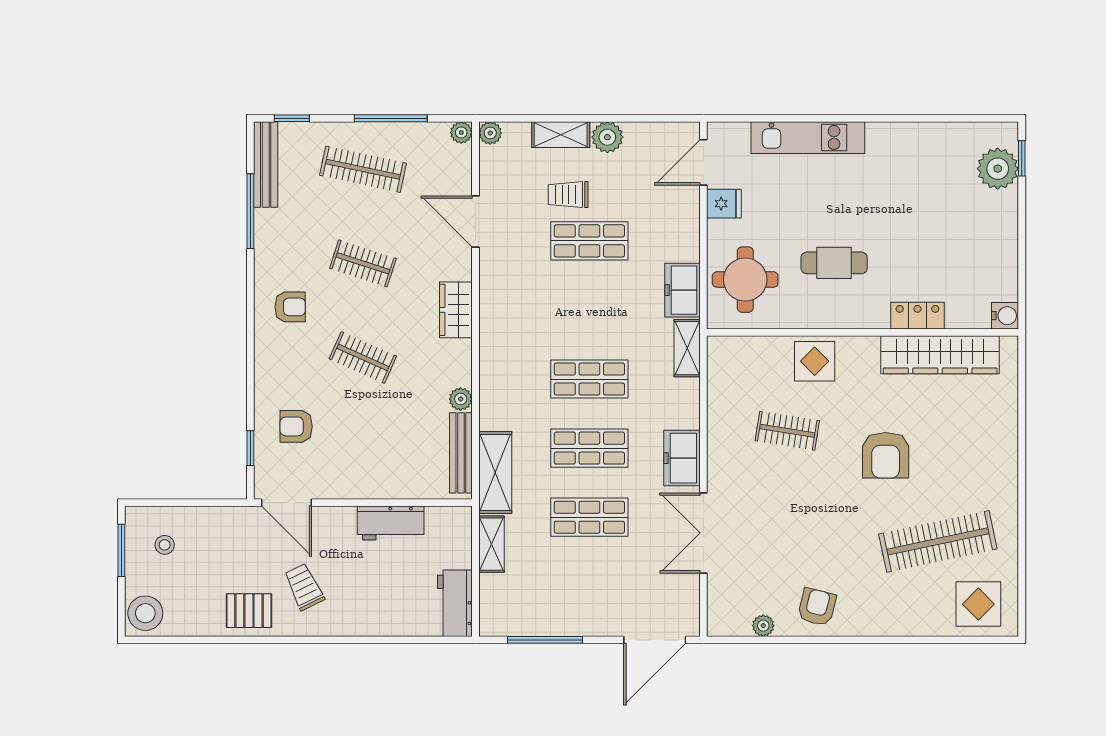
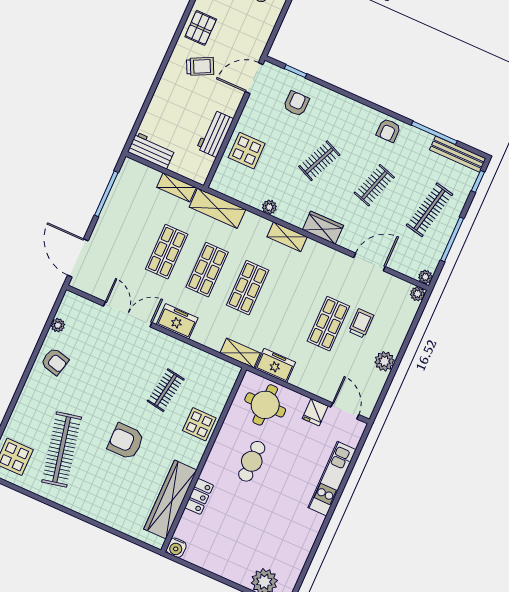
shelving: (561, 135) -> (287, 237), moved, turned 90
armchair: (290, 307) -> (388, 130), moved
bench: (461, 453) -> (238, 193), removed
display table: (395, 467) -> (247, 151), added

